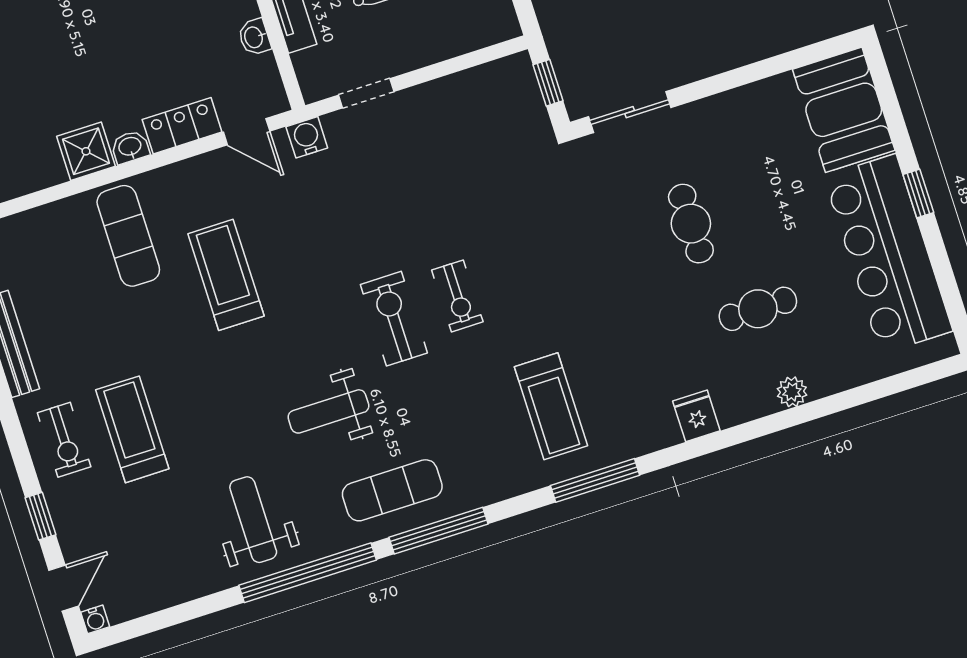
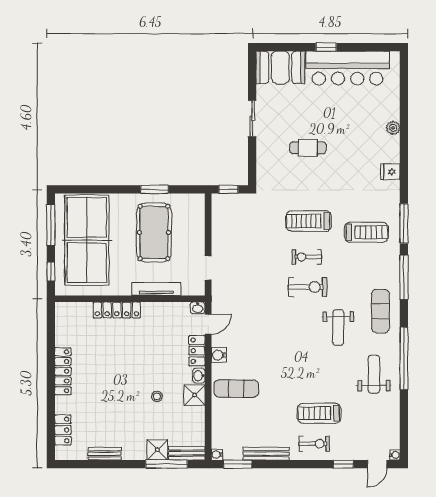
washbasin: (254, 37) -> (198, 308), moved
stool: (57, 72) -> (157, 396), added
sliding door: (630, 112) -> (252, 118), moved
water cooler: (307, 137) -> (219, 355), moved
treadmill: (226, 275) -> (309, 221), moved
exercise bike: (457, 296) -> (307, 257), turned 180
cafe table: (758, 309) -> (353, 131), removed
exercise bike: (394, 319) -> (308, 287), turned 180
weight bench: (253, 520) -> (374, 374), turned 90
window: (438, 531) -> (404, 277), moved
door: (64, 588) -> (377, 464), swing flipped

